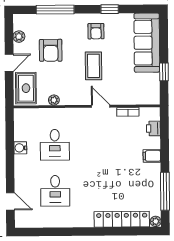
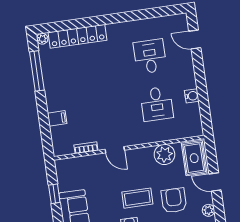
door: (9, 63) -> (215, 182), hinge flipped
coffee table: (93, 66) -> (137, 198), moved, turned 90
plant: (54, 100) -> (164, 154), width x1.88, depth x1.88
printer: (153, 128) -> (57, 134), removed
desk: (55, 145) -> (157, 104), turned 180
filing cabinet: (152, 156) -> (57, 118), moved

